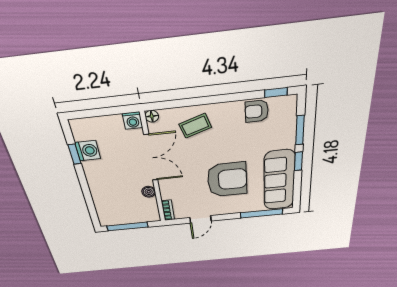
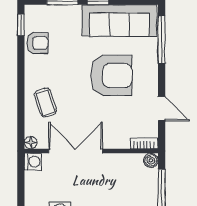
armchair: (257, 111) -> (37, 43), turned -90
armchair: (227, 180) -> (112, 75), turned 90
boiler: (149, 192) -> (151, 160), moved

